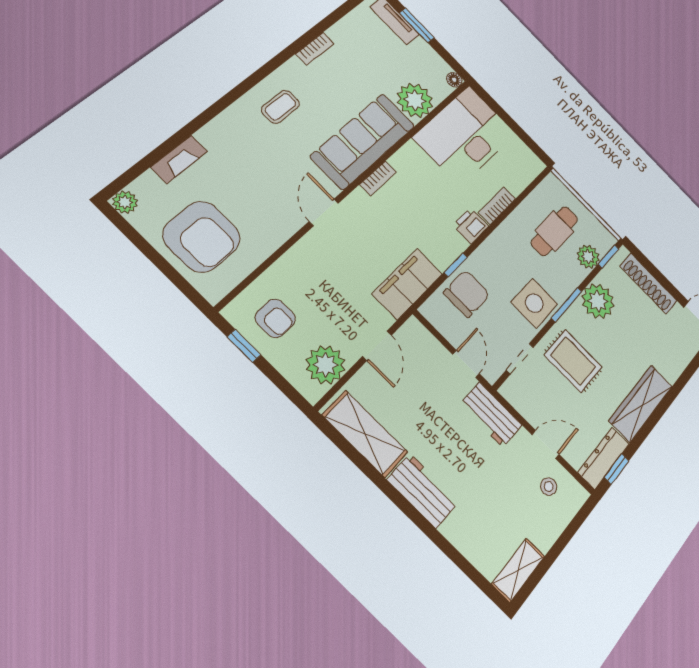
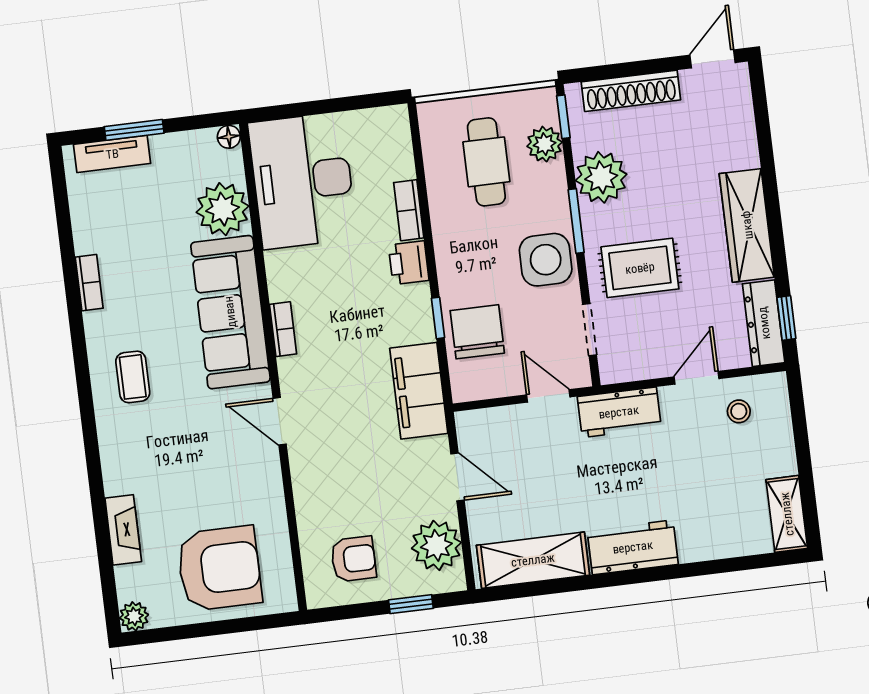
window: (244, 346) -> (411, 604), moved

